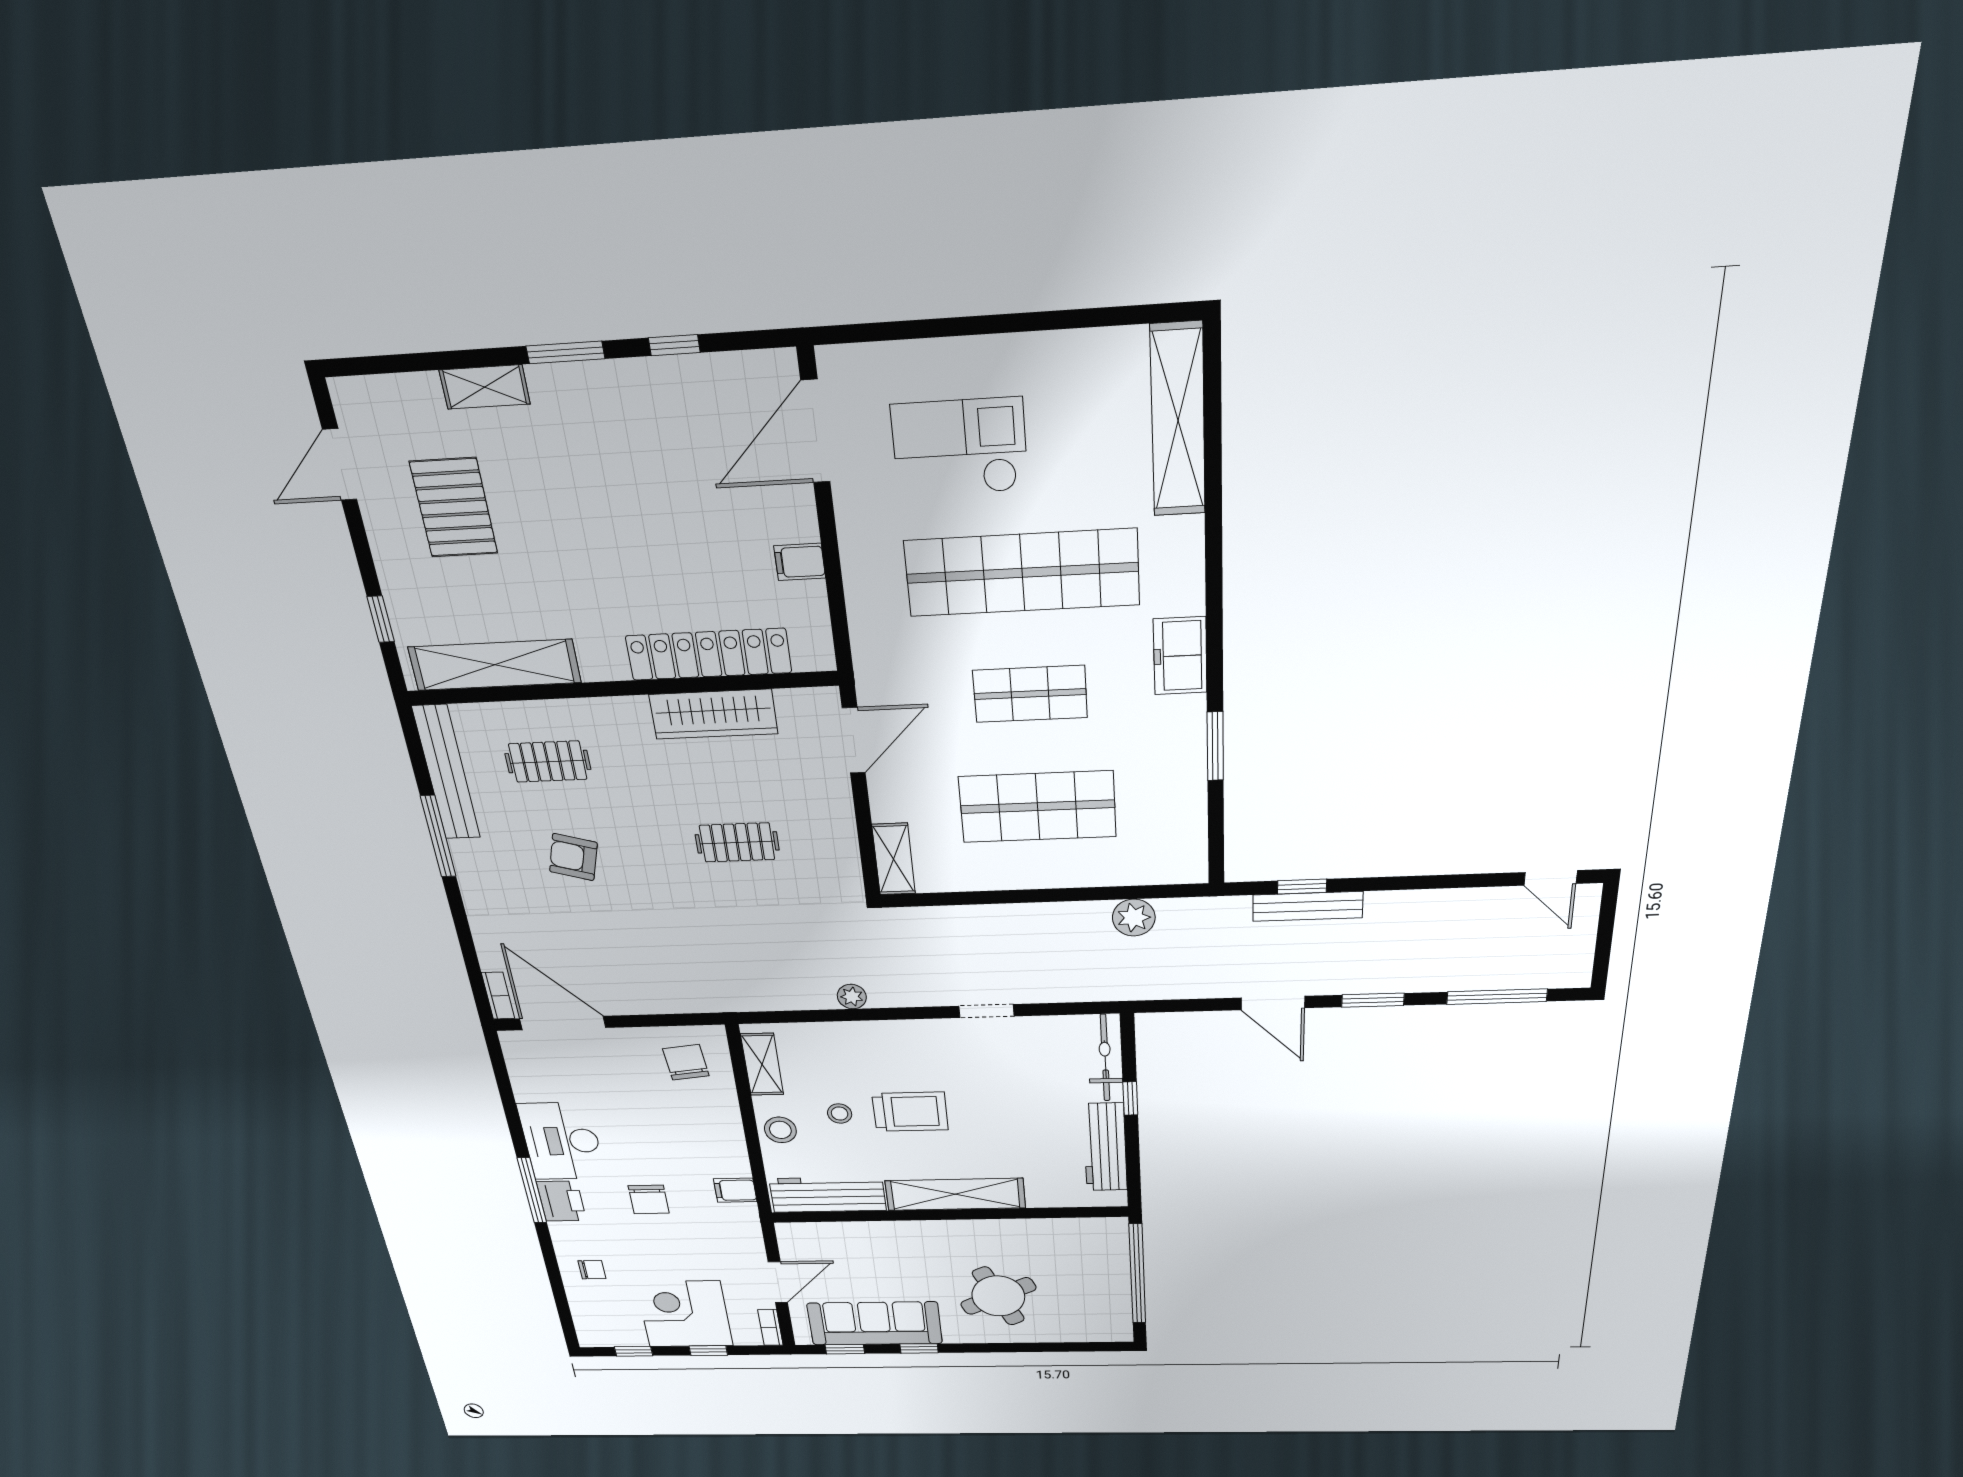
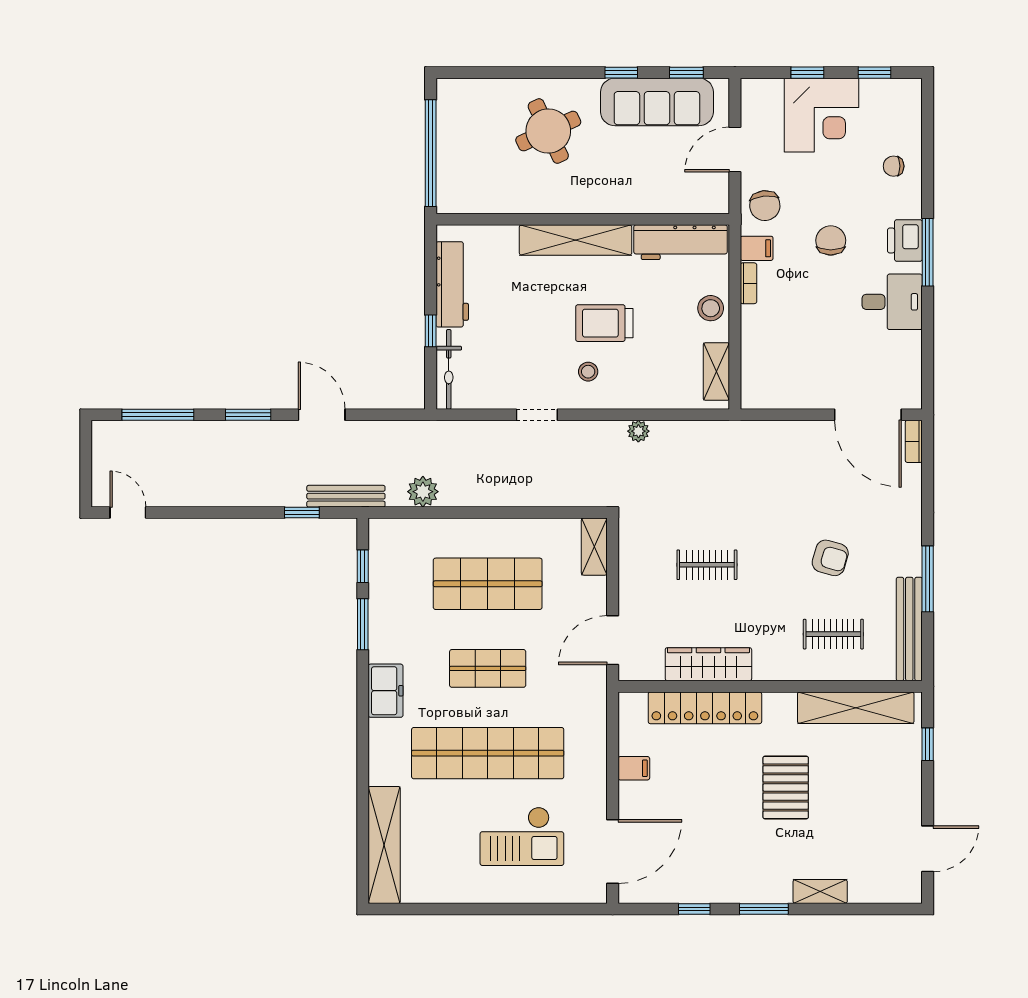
pallet: (454, 508) -> (786, 788), moved
window: (1216, 822) -> (363, 566), added
bench: (1308, 906) -> (346, 496), moved
chair: (686, 1062) -> (765, 206), moved
stool: (840, 1114) -> (588, 372), moved
desk: (562, 1141) -> (892, 302), width x0.73
bookcase: (770, 1328) -> (748, 283), moved

